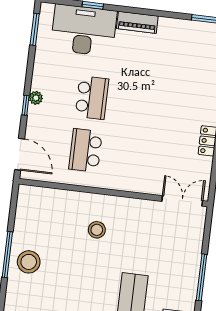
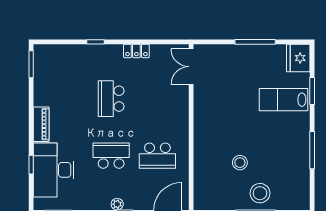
school desk: (157, 105) -> (111, 99), added
stool: (97, 230) -> (240, 163), moved

